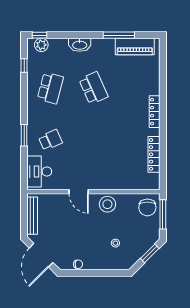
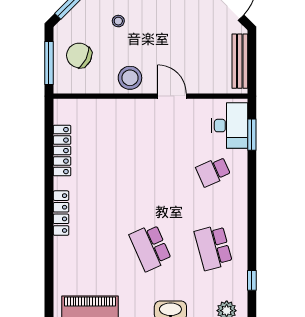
school desk: (50, 88) -> (213, 247), turned -30
window: (24, 135) -> (252, 135), moved
chair: (147, 207) -> (79, 55), moved, turned -63

